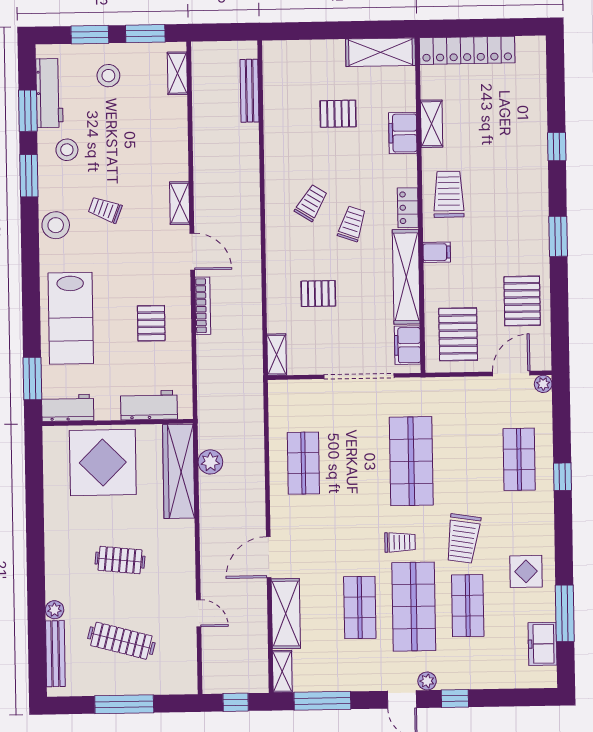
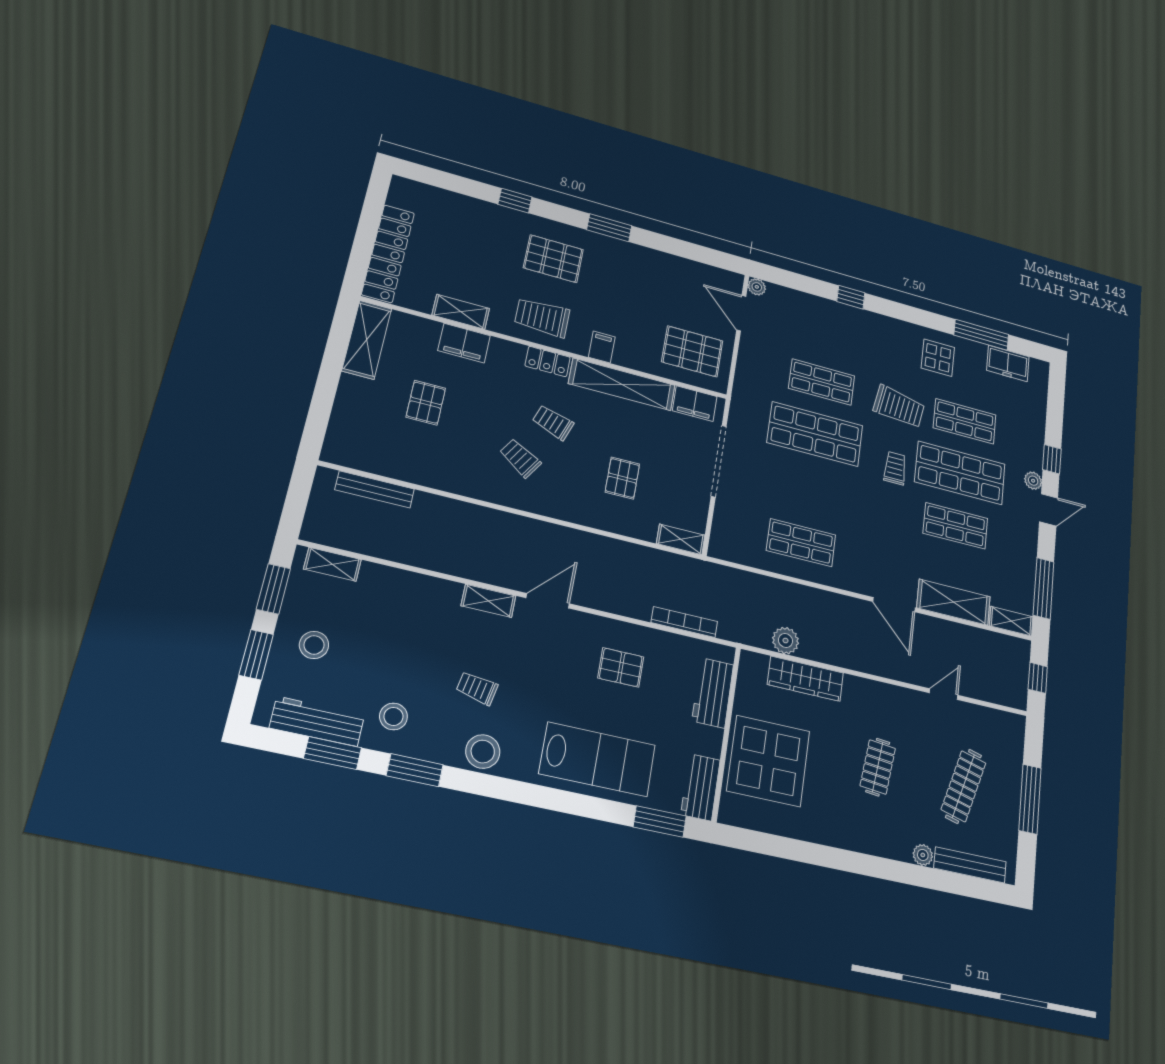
trolley: (105, 210) -> (477, 688), turned 80
pallet: (522, 301) -> (553, 259), moved
bookcase: (203, 306) -> (684, 622), moved
shop shelf: (519, 459) -> (822, 382), moved
wardrobe: (179, 471) -> (805, 679), width x0.71, depth x0.85

